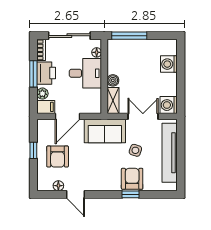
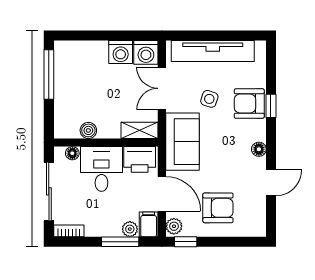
window: (129, 36) -> (49, 74), moved
washing machine: (169, 64) -> (121, 52), moved
printer: (46, 73) -> (140, 159), moved, turned 180
window: (33, 74) -> (120, 242), moved
boiler: (113, 80) -> (88, 130), moved
plant: (44, 125) -> (174, 226), added
window: (33, 150) -> (186, 242), moved
floor lamp: (58, 186) -> (259, 149), moved

